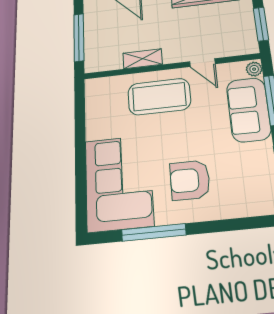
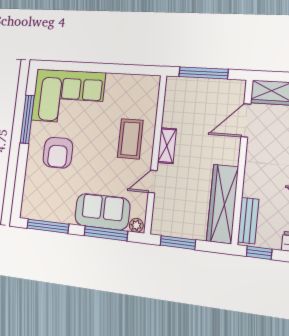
shelving: (143, 59) -> (167, 146), moved
coffee table: (159, 97) -> (130, 139), width x0.73, depth x0.76
armchair: (190, 180) -> (58, 153), turned 180

